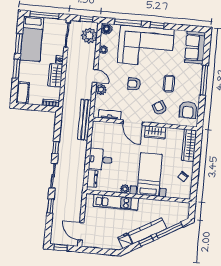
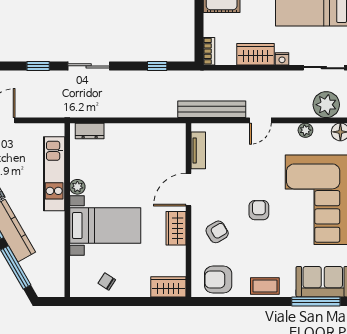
window: (204, 80) -> (316, 301), moved
coffee table: (169, 83) -> (265, 286), moved
armchair: (134, 84) -> (259, 210), moved
plant: (101, 90) -> (239, 132), removed
bench: (84, 120) -> (212, 109), moved
wardrobe: (189, 145) -> (168, 287), width x0.67
window: (56, 148) -> (157, 66), moved
desk: (100, 160) -> (123, 142), removed

